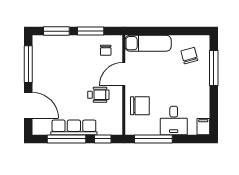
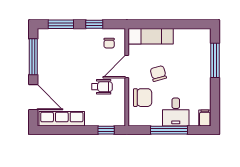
window: (91, 31) -> (94, 24), width x0.67
chair: (189, 56) -> (158, 73), moved
row of seats: (74, 127) -> (62, 119), moved
window: (66, 139) -> (71, 130), removed
window: (153, 139) -> (169, 130), moved

